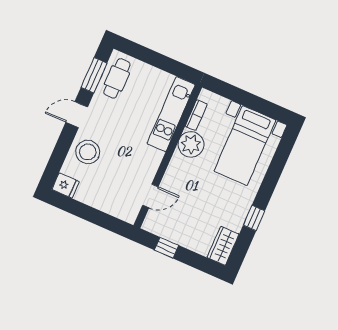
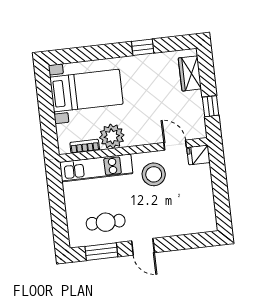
cafe table: (117, 78) -> (106, 222), moved
stool: (88, 152) -> (154, 174), moved
fridge: (65, 185) -> (198, 155), moved, turned -90
wardrobe: (223, 246) -> (190, 73), moved, turned 90

